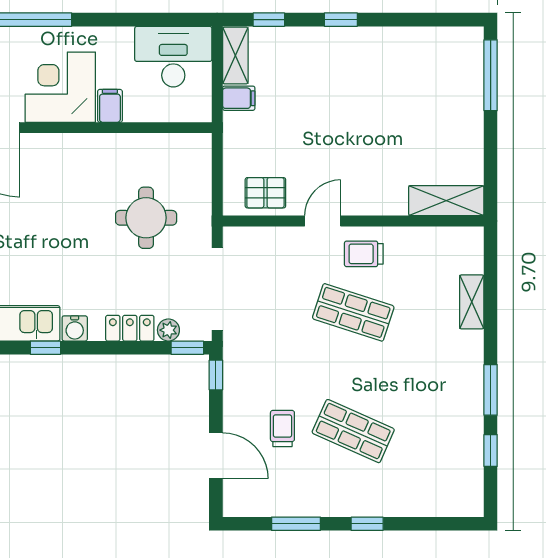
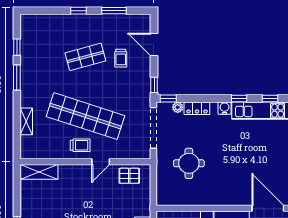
shop shelf: (353, 312) -> (85, 116), width x2.00, depth x1.36
shop shelf: (353, 431) -> (85, 57), turned -39

